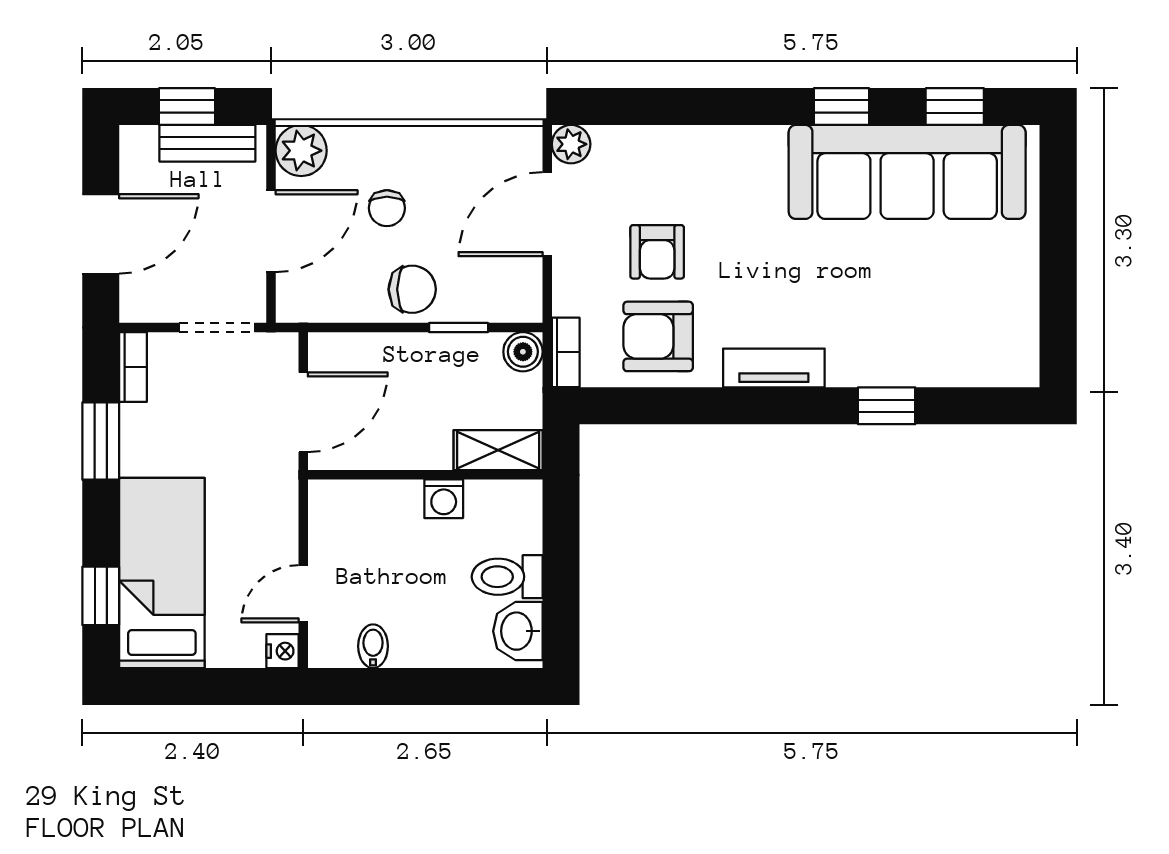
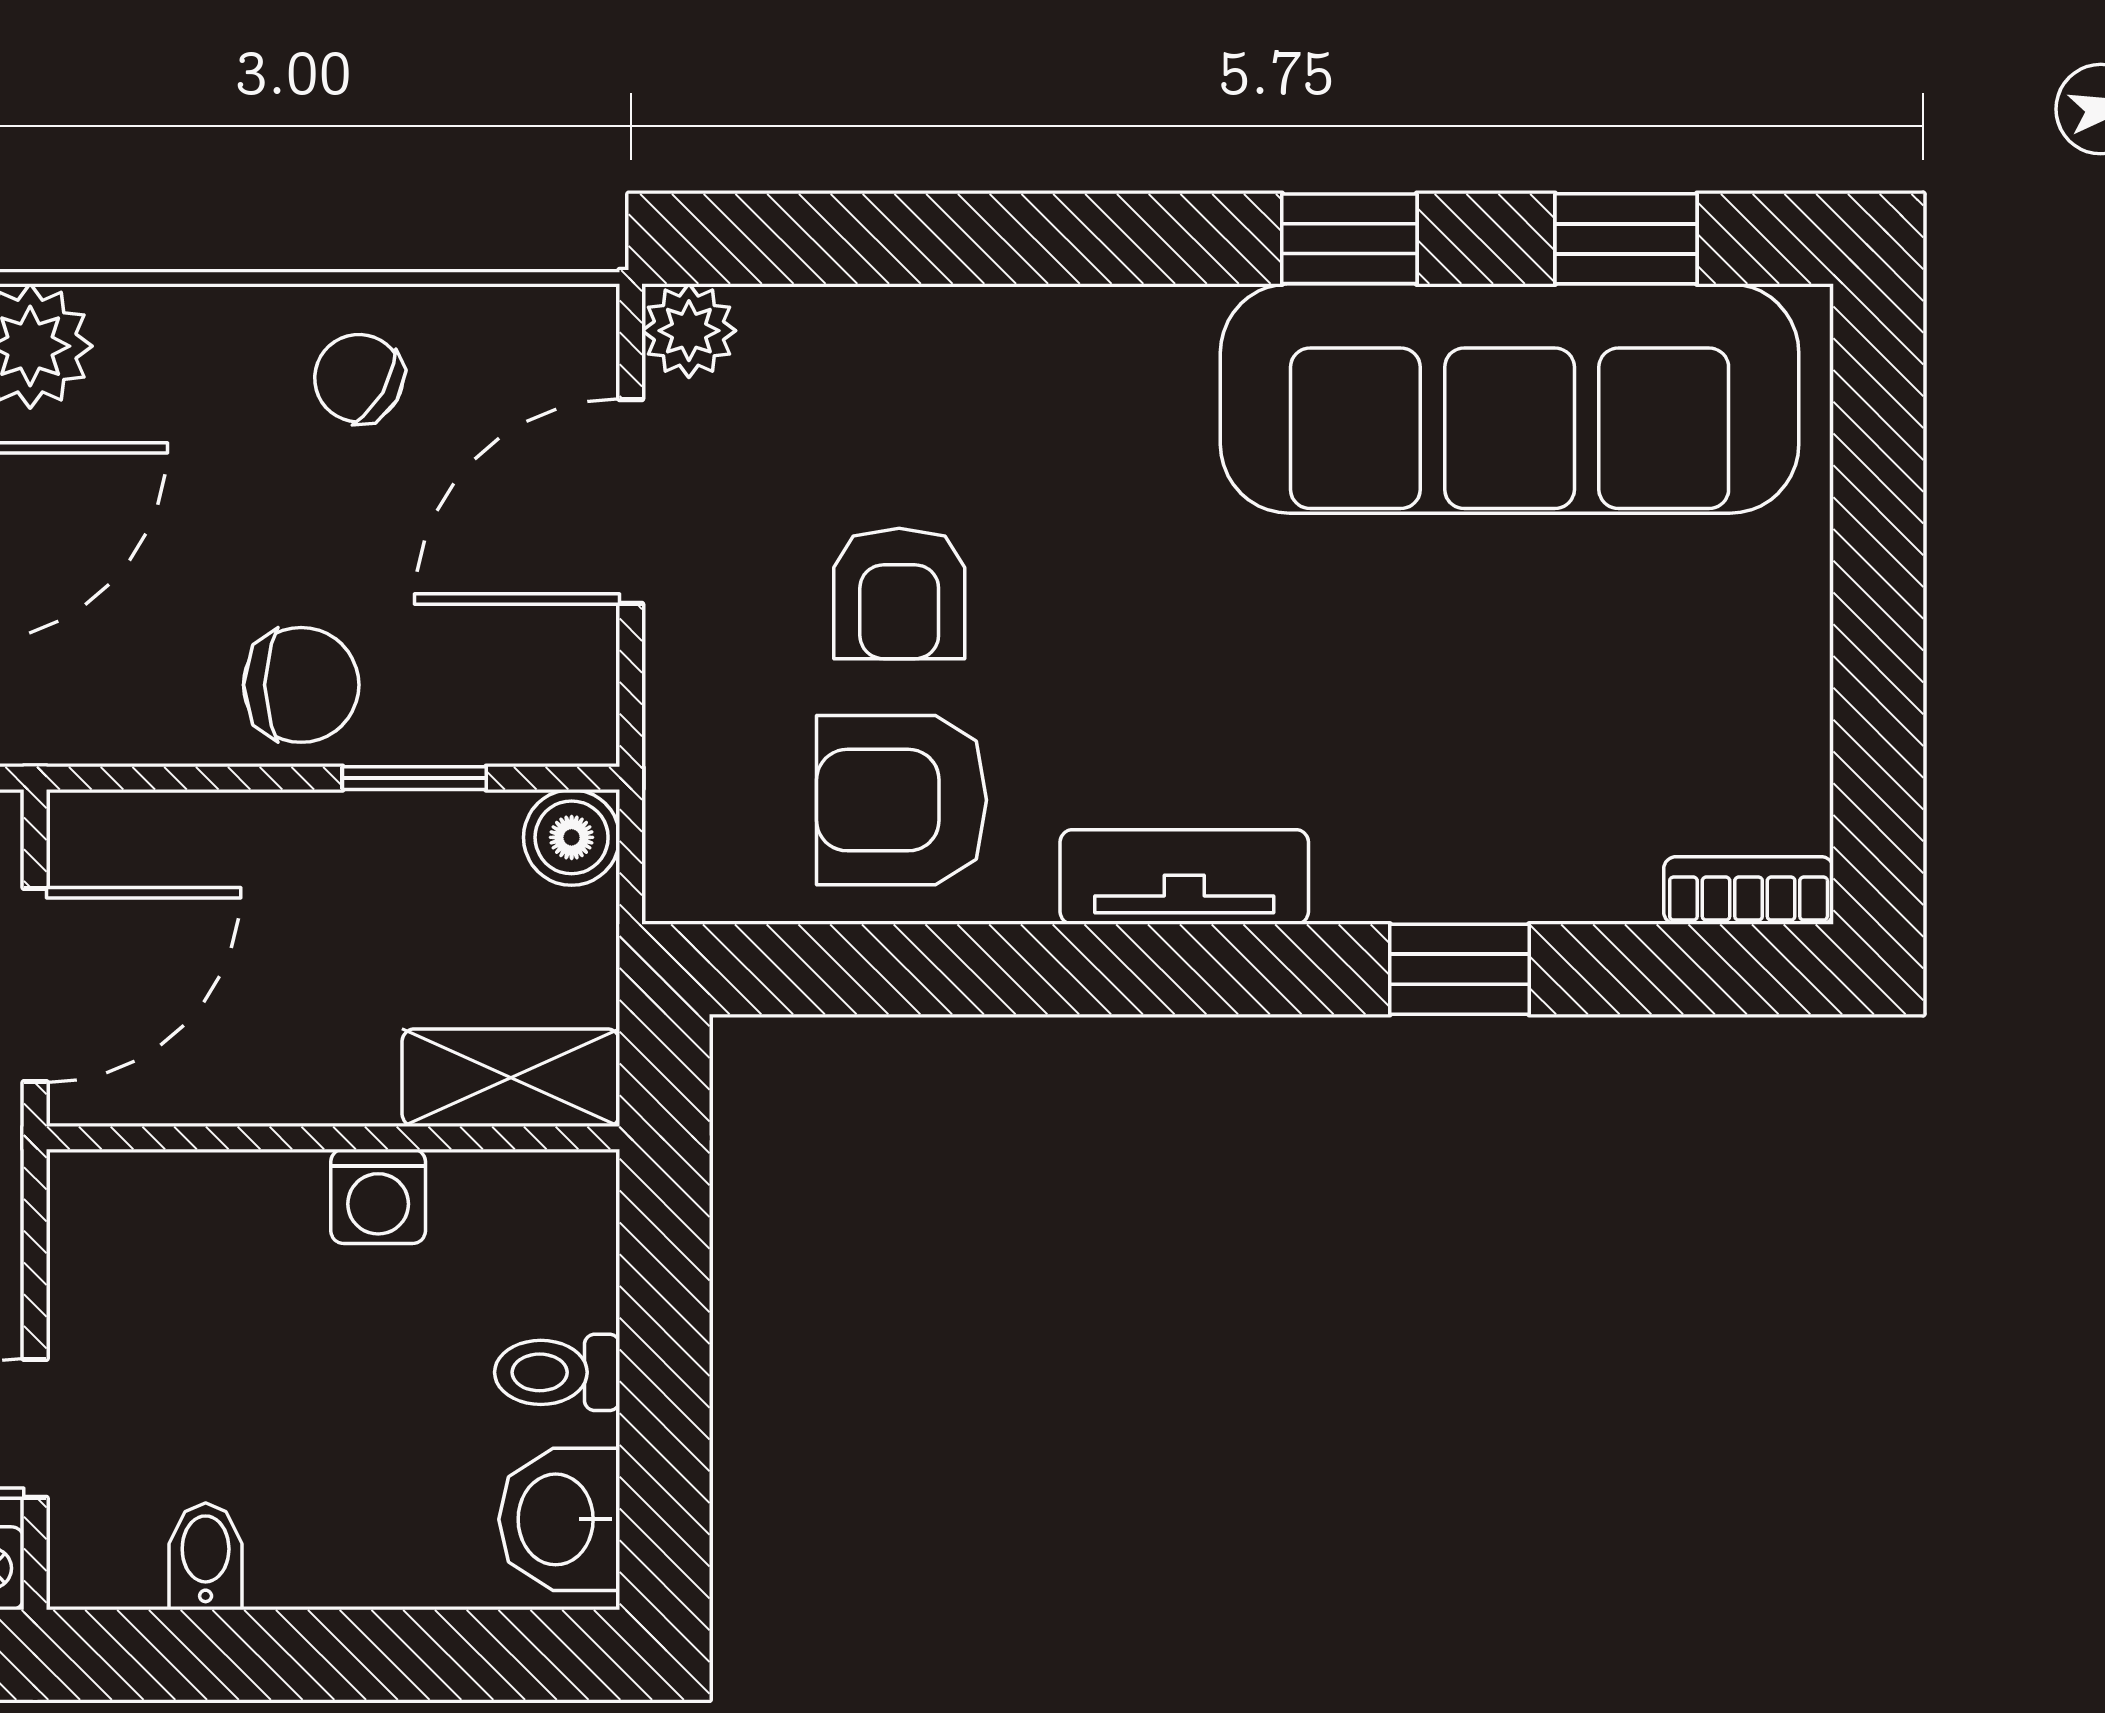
chair: (387, 208) -> (359, 378), moved, turned 120
bookcase: (566, 352) -> (1749, 890), moved, turned -90
toilet: (507, 577) -> (557, 1372), width x0.73, depth x0.72

